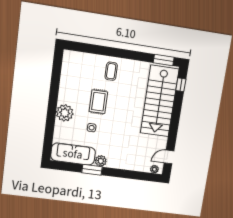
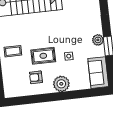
armchair: (78, 88) -> (36, 77), added
sofa: (73, 154) -> (98, 73), width x0.73

